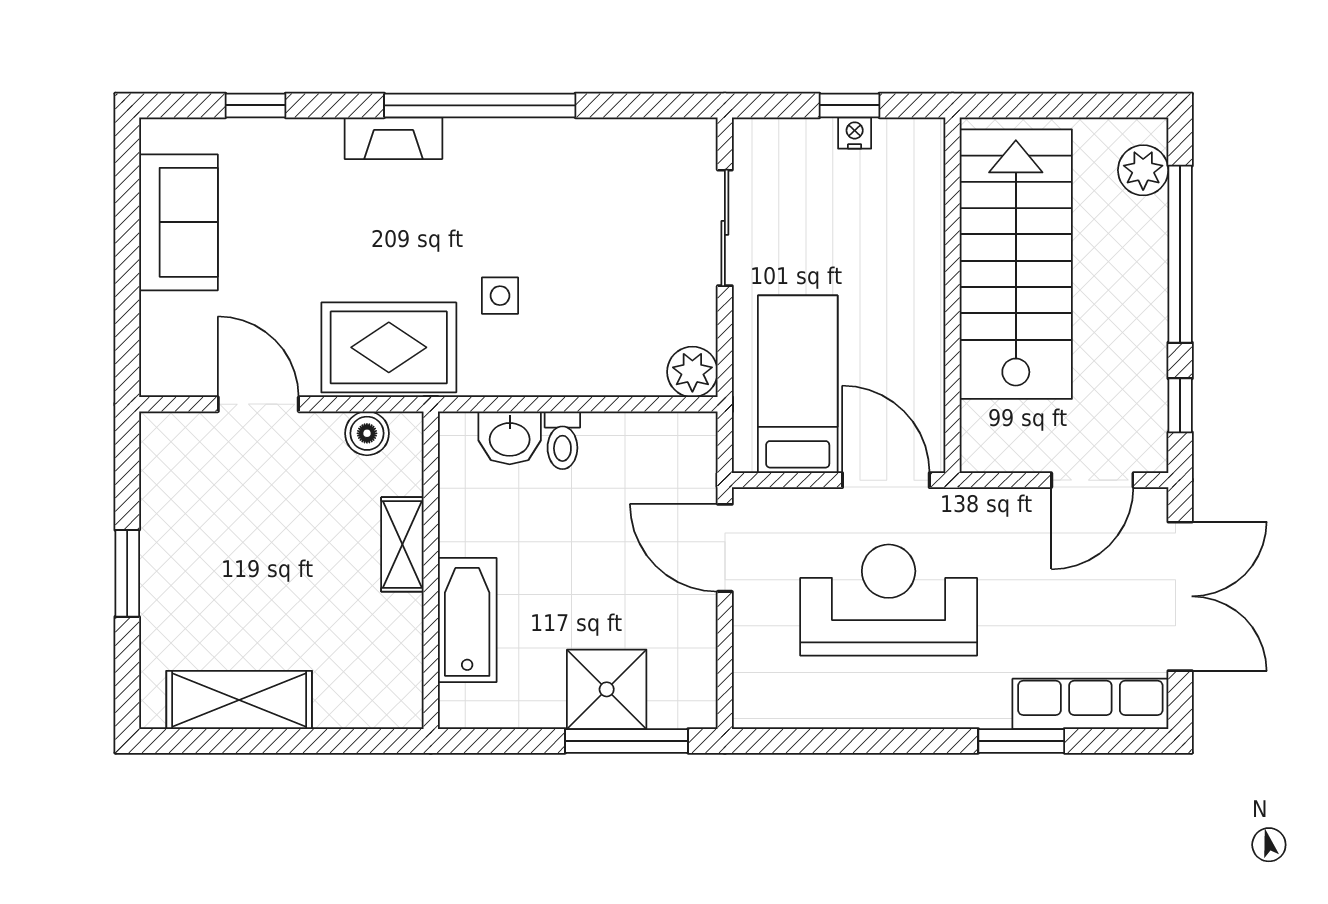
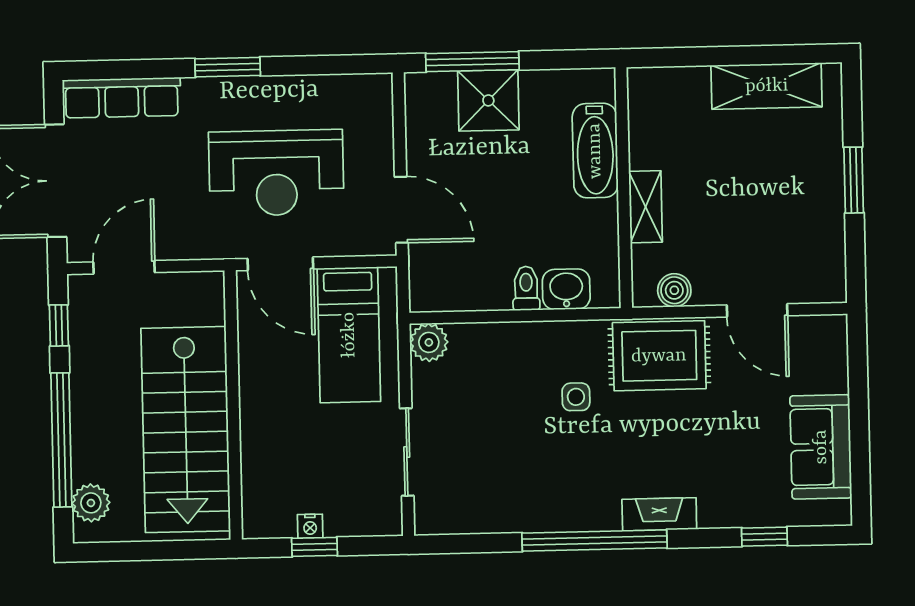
window: (1021, 741) -> (228, 67), moved

